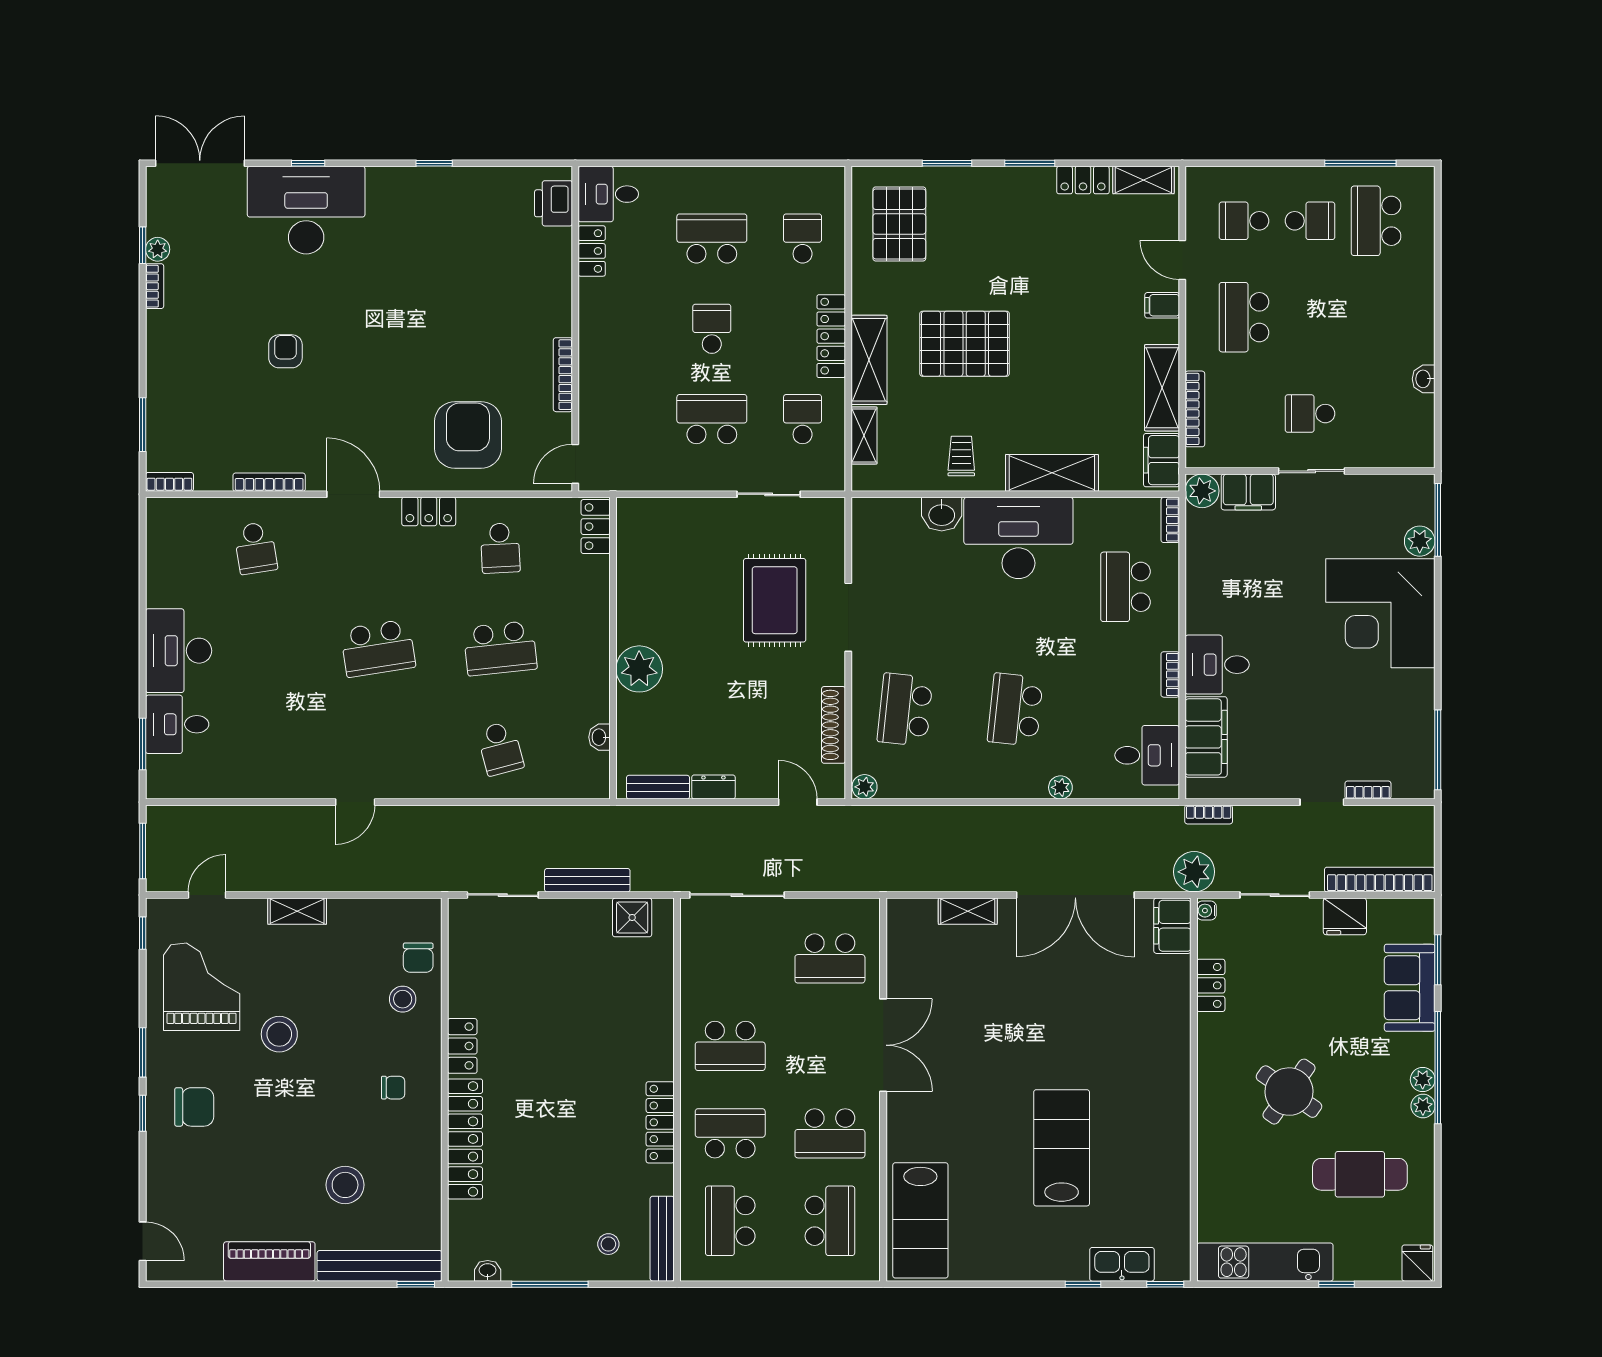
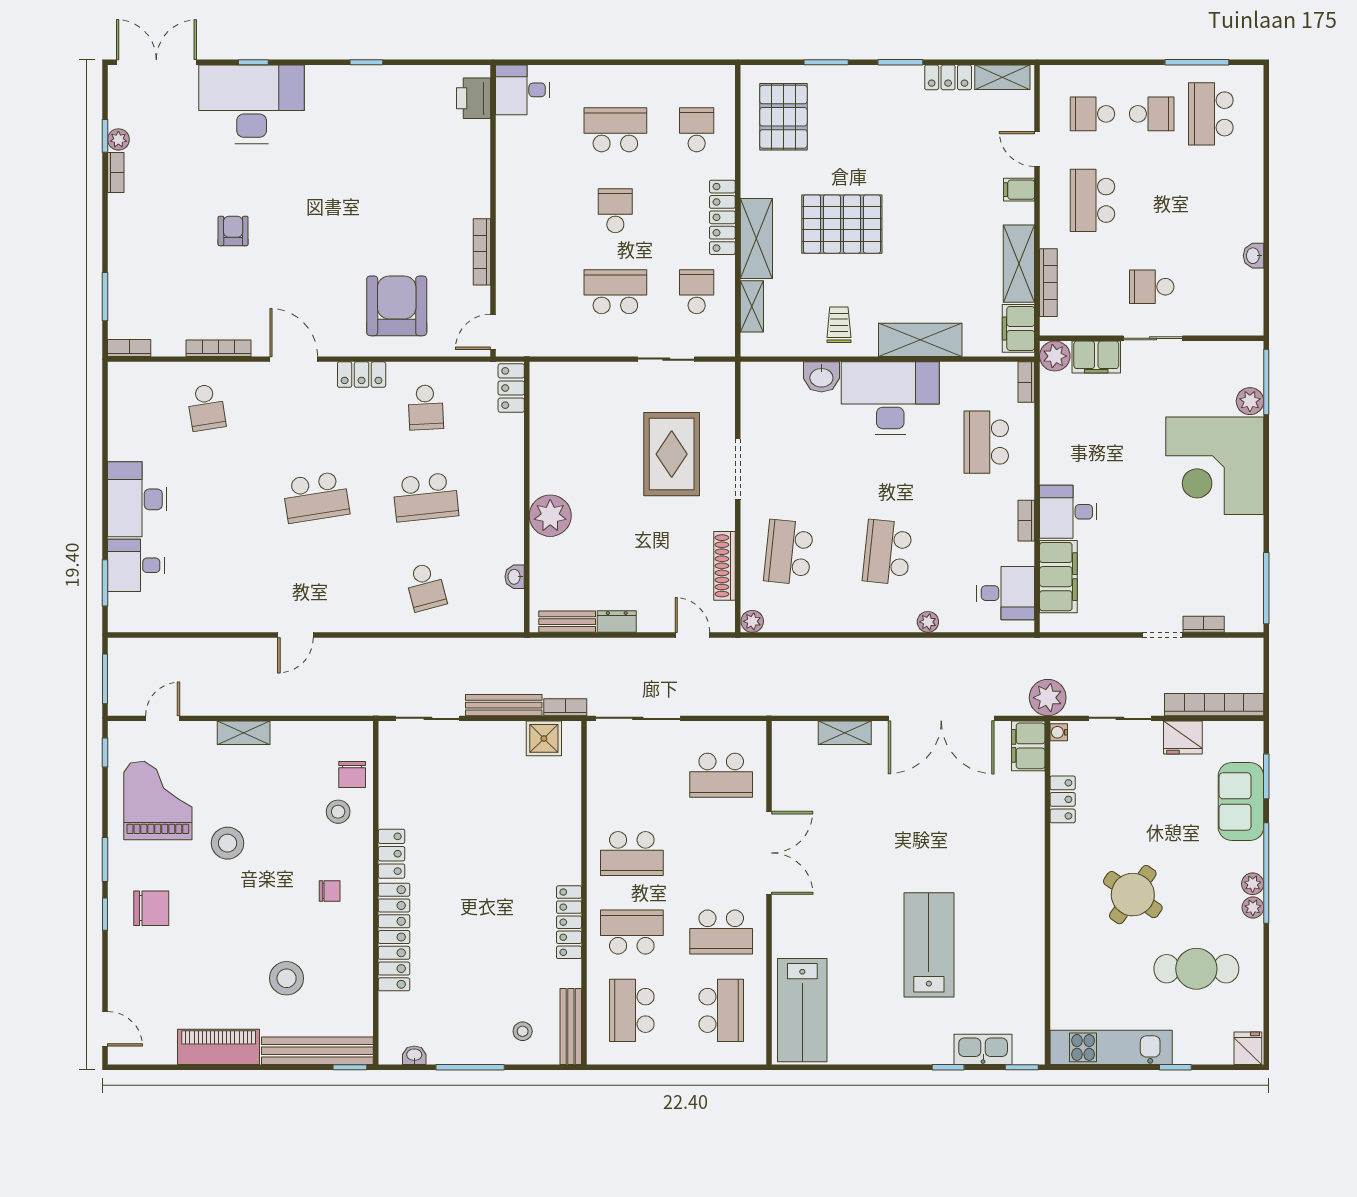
locker: (592, 251) -> (508, 141), removed
bookcase: (1209, 815) -> (565, 707), moved, turned 180

